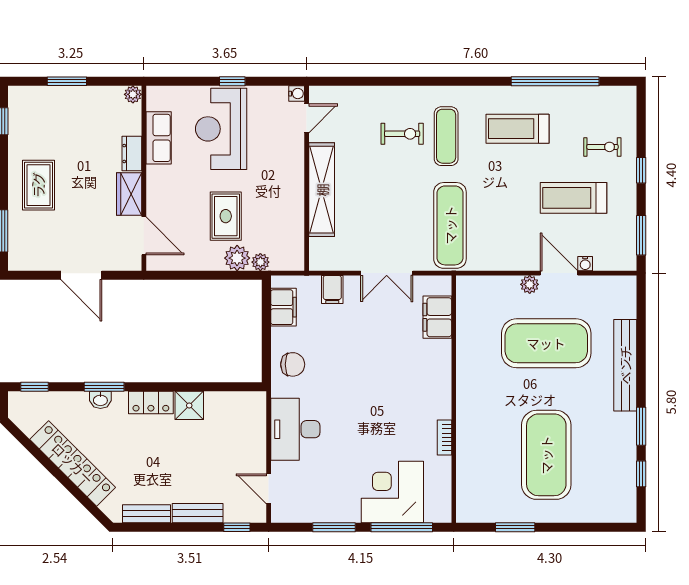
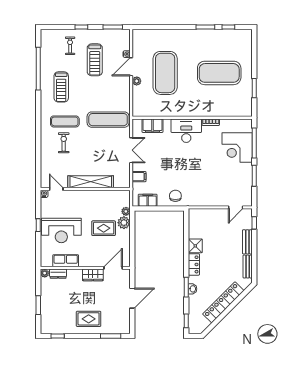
dresser: (132, 154) -> (58, 274), moved
bench: (625, 365) -> (176, 35), removed
desk: (295, 429) -> (186, 131), moved, turned 180

